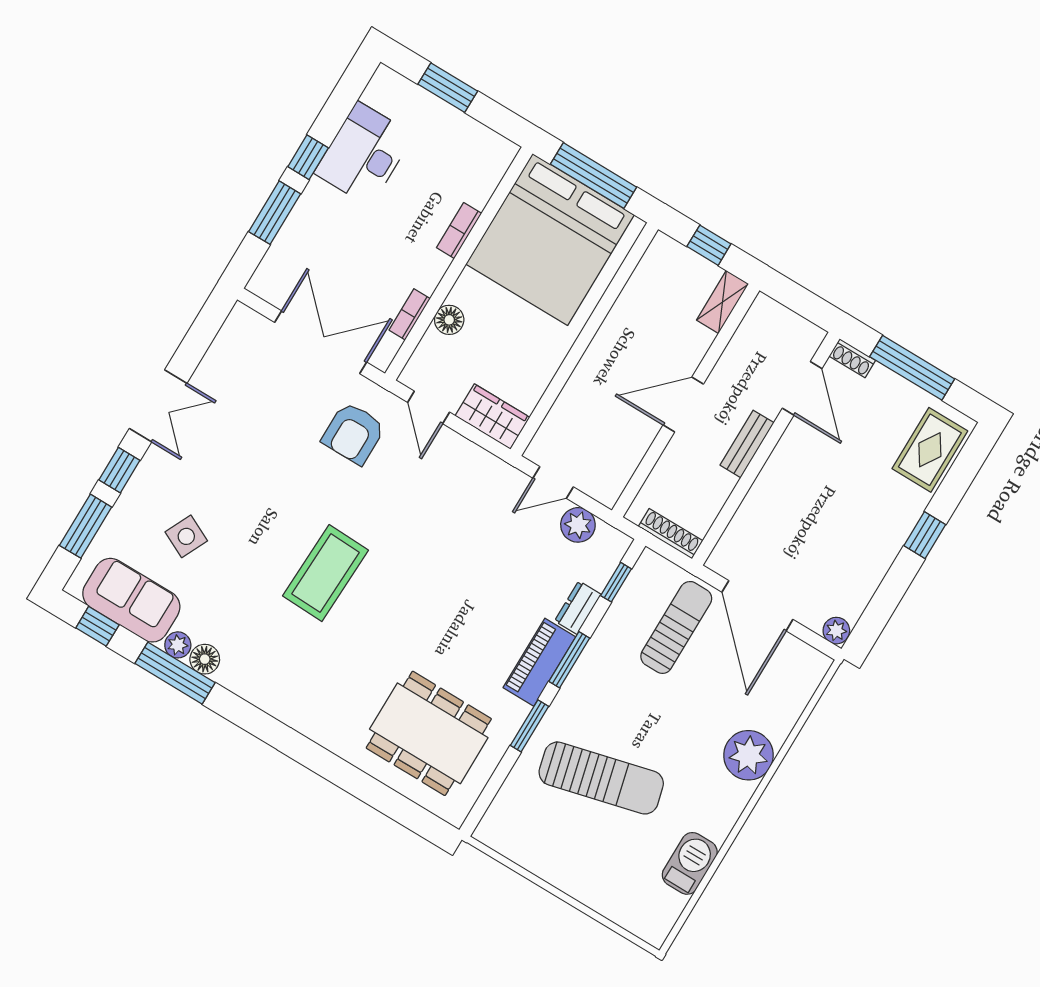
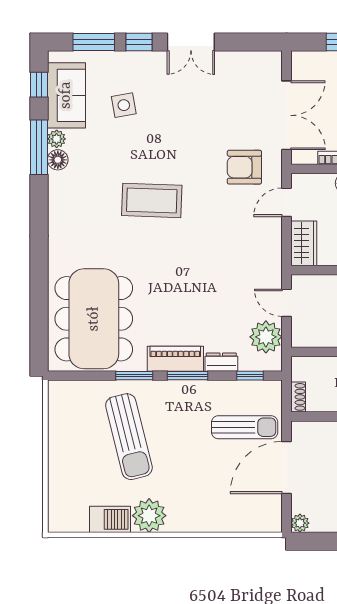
plant: (578, 525) -> (266, 337), width x1.36, depth x1.36
shoe rack: (671, 534) -> (298, 397), width x0.70
side table: (186, 536) -> (124, 105), turned -36
dining table: (429, 733) -> (94, 319), width x1.36, depth x1.24
plant: (749, 755) -> (149, 516), moved

